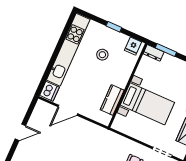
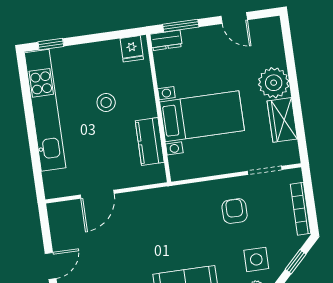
window: (114, 27) -> (51, 44), moved
stool: (102, 55) -> (106, 102), moved
dishwasher: (49, 91) -> (55, 184), removed

